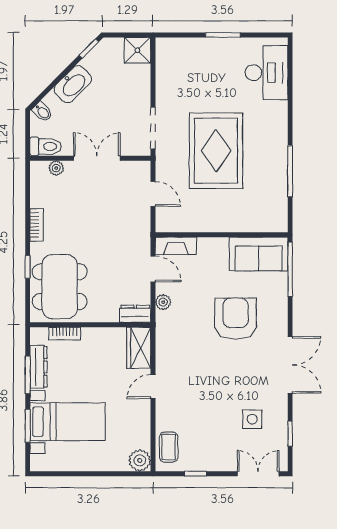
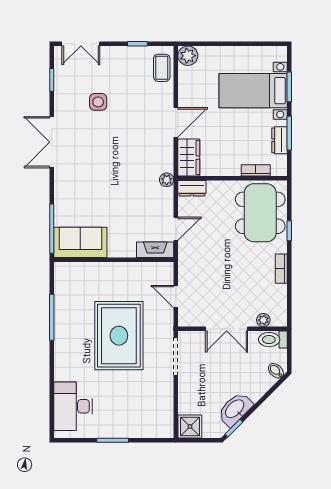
washbasin: (73, 84) -> (235, 409), moved
door: (153, 269) -> (176, 229), swing flipped
plant: (163, 302) -> (167, 180), moved
armchair: (236, 319) -> (101, 184), removed
dresser: (38, 367) -> (279, 140), width x0.70
door: (153, 387) -> (176, 122), width x1.37
side table: (252, 419) -> (98, 102), moved

